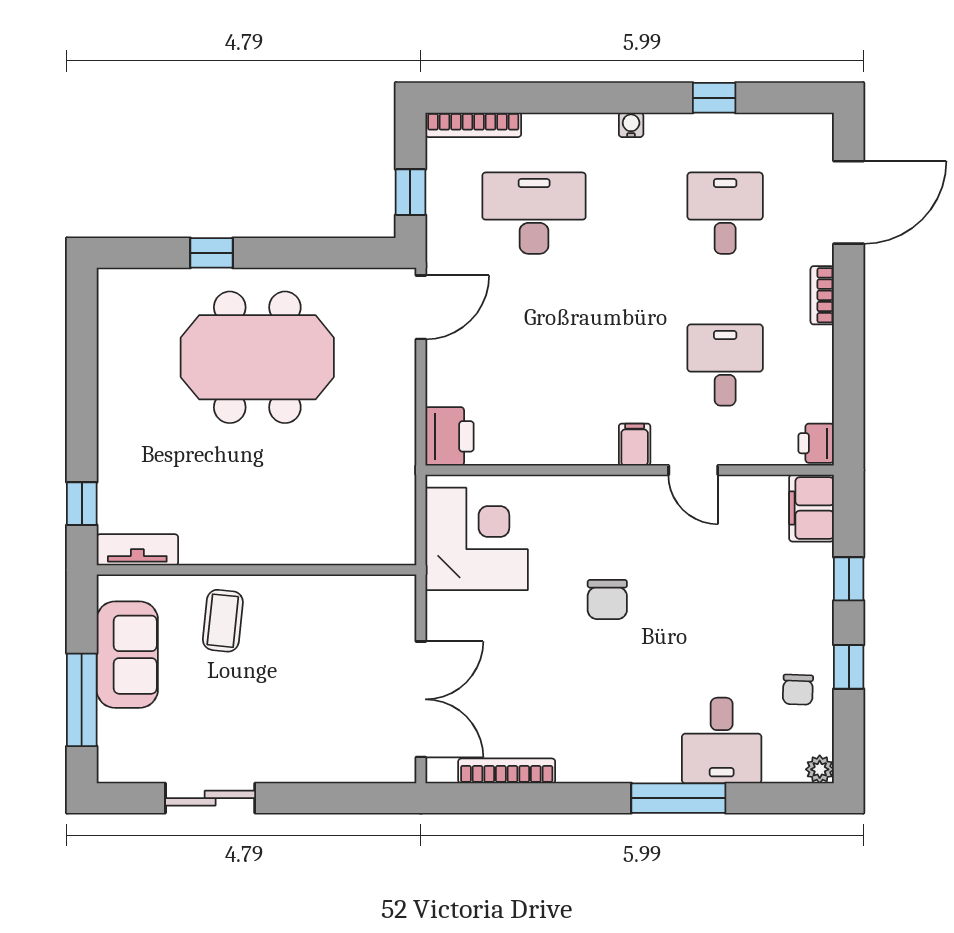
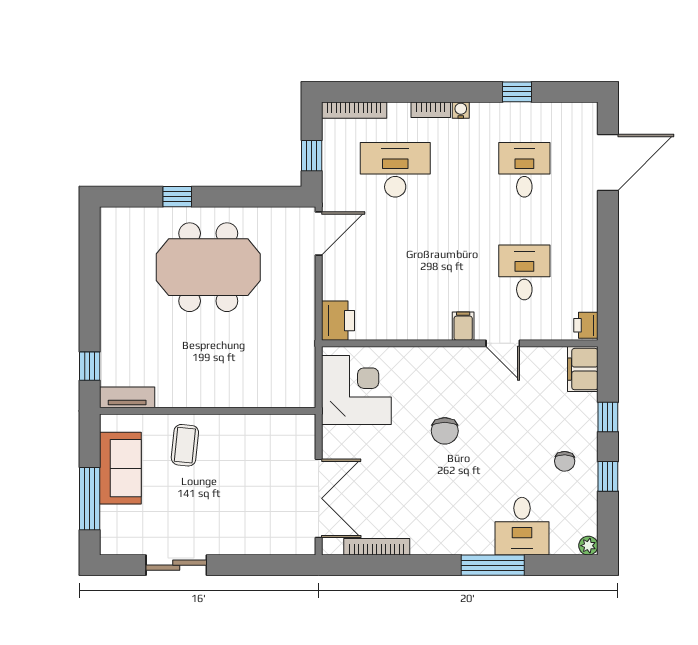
bookcase: (822, 295) -> (431, 110), moved, turned -90
chair: (798, 690) -> (565, 461), moved

